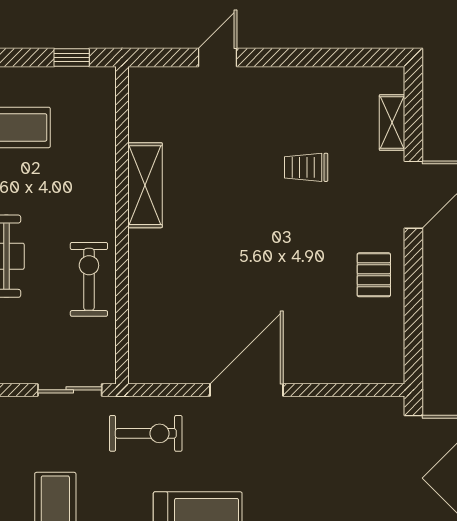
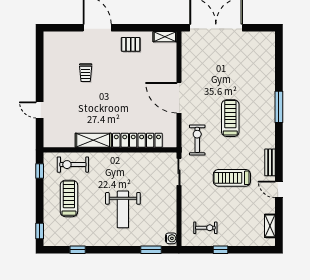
shelving: (392, 123) -> (165, 37), moved
exercise bike: (89, 279) -> (73, 165), moved
locker: (145, 291) -> (137, 140), added

